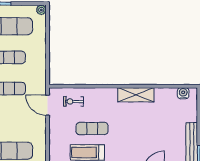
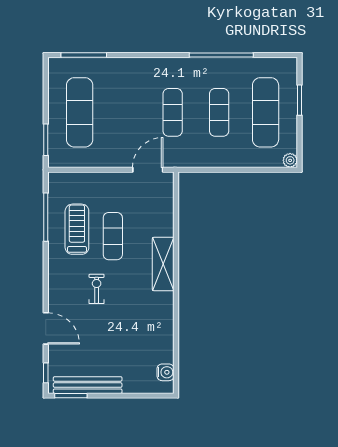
shelving: (136, 95) -> (163, 264), moved
exercise bike: (73, 101) -> (97, 289), moved

